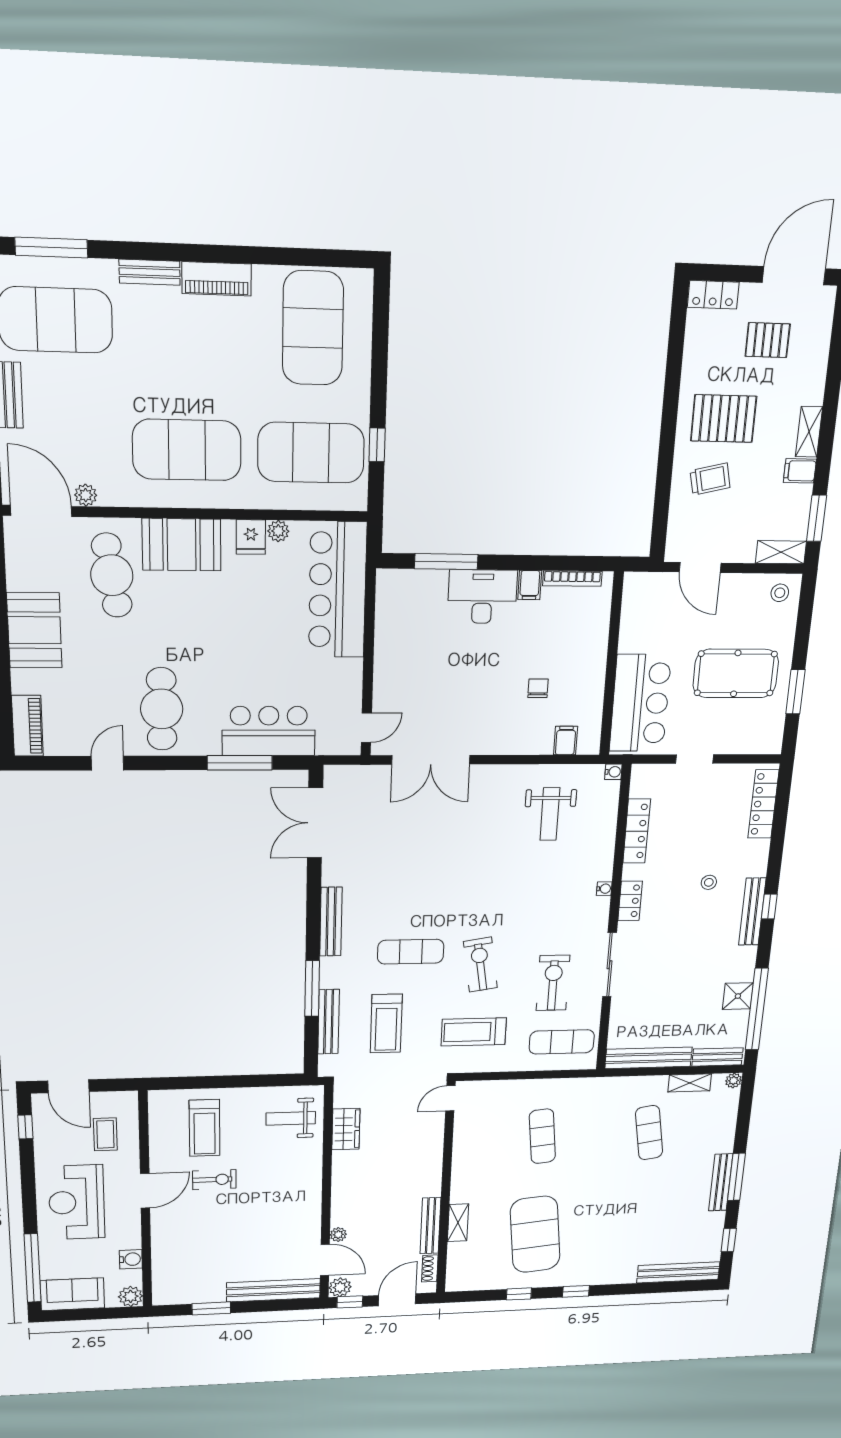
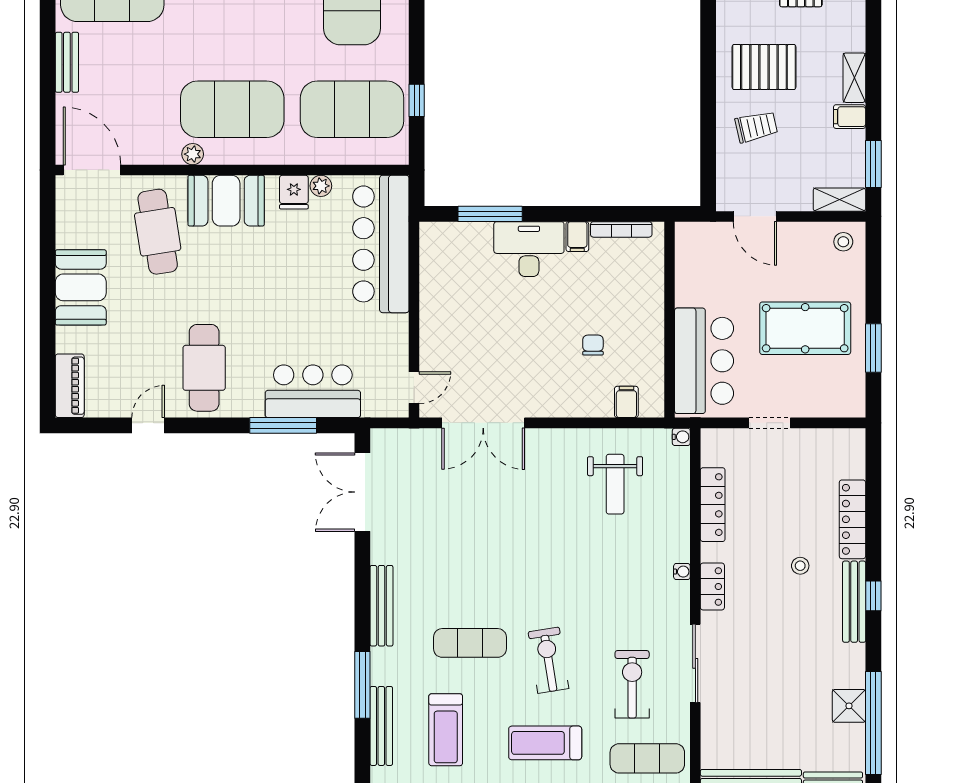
plant: (86, 495) -> (193, 154), moved
locker: (763, 804) -> (852, 519), moved

